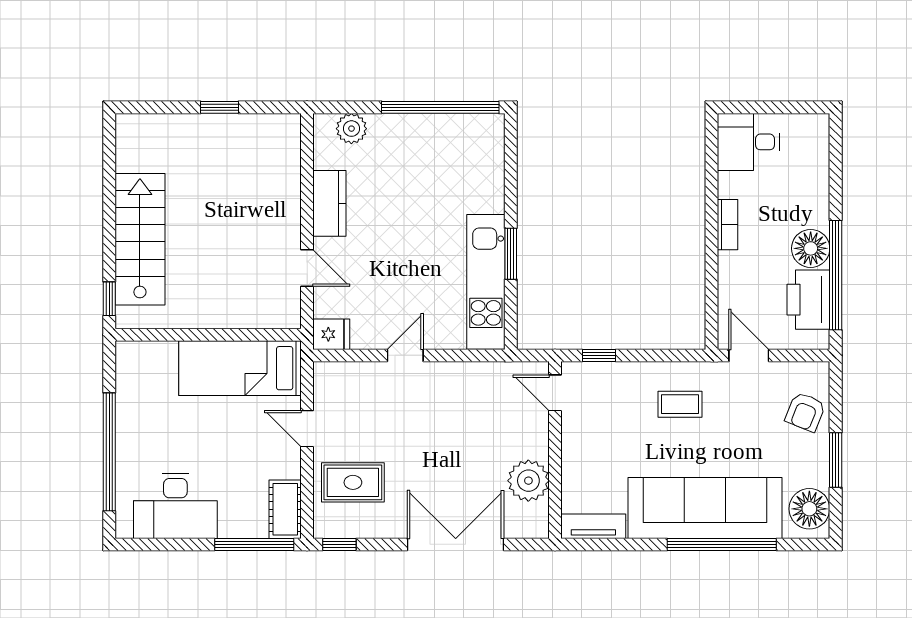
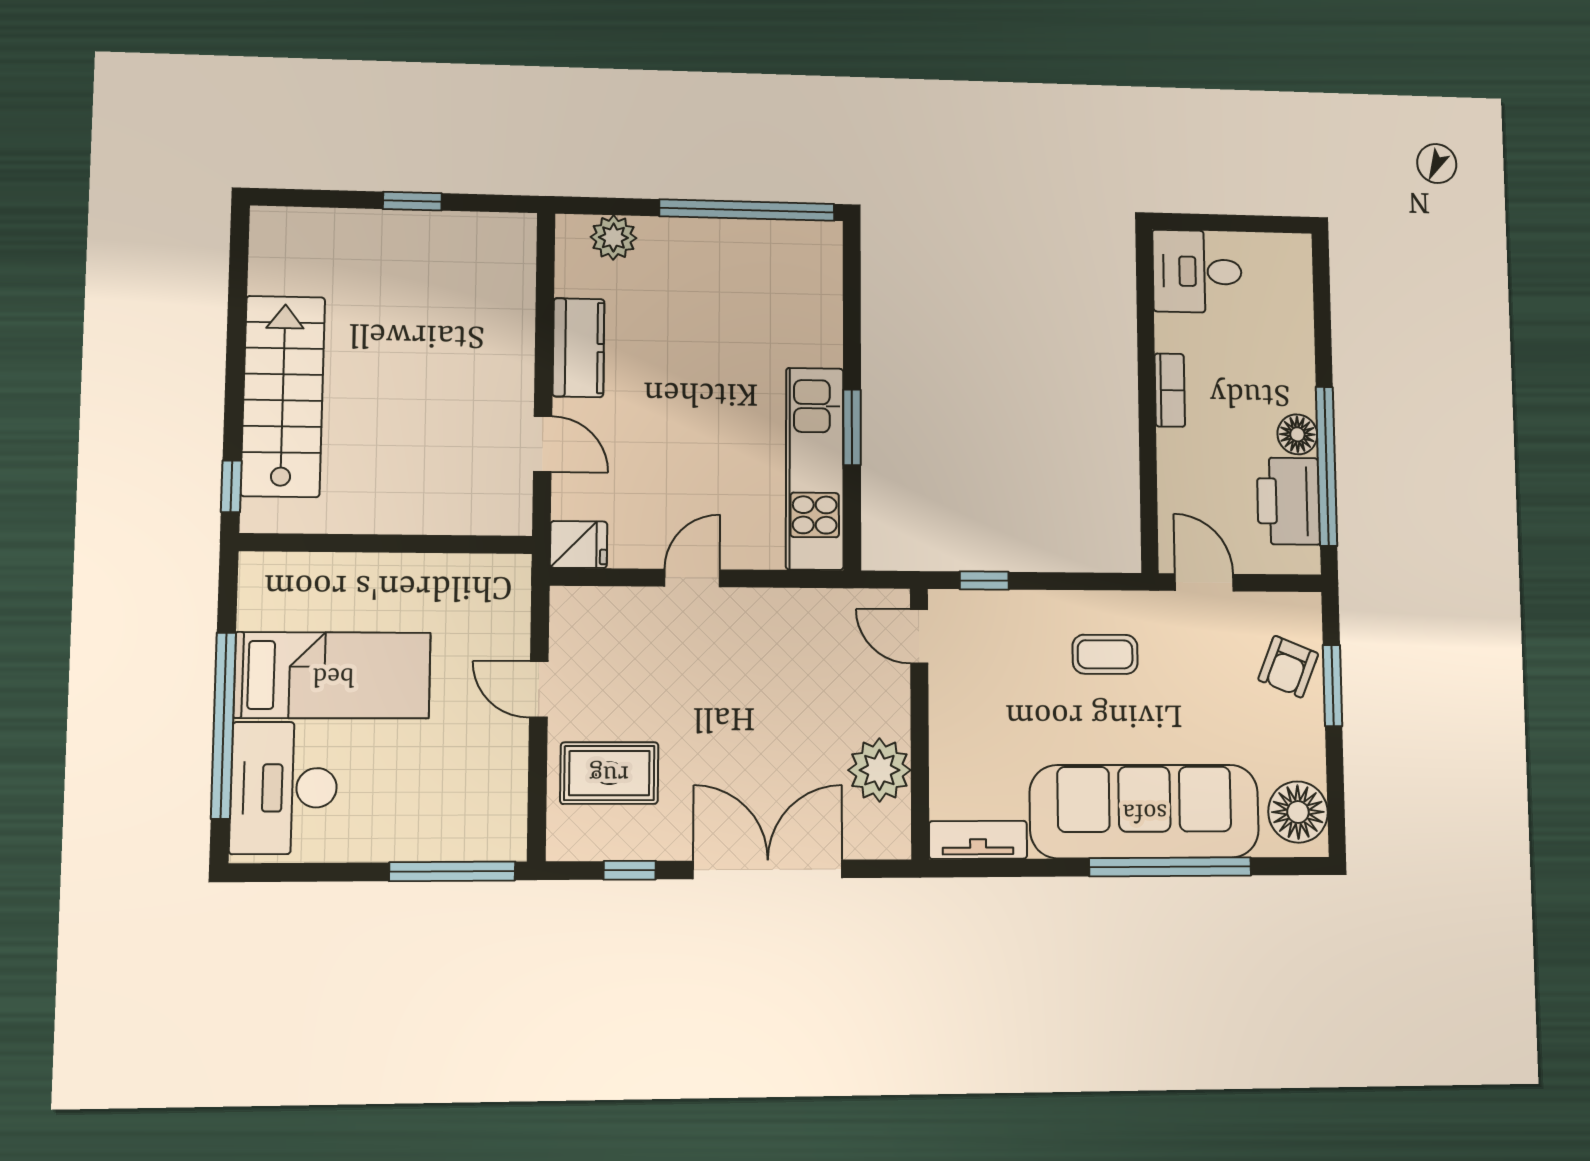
floor lamp: (811, 248) -> (1297, 434), width x0.73, depth x0.73
bed: (240, 368) -> (333, 675), moved, turned 180
window: (836, 460) -> (1333, 685), moved
desk: (175, 506) -> (284, 788), moved, turned 90
cot: (285, 509) -> (502, 815), removed
window: (339, 544) -> (630, 870), moved

